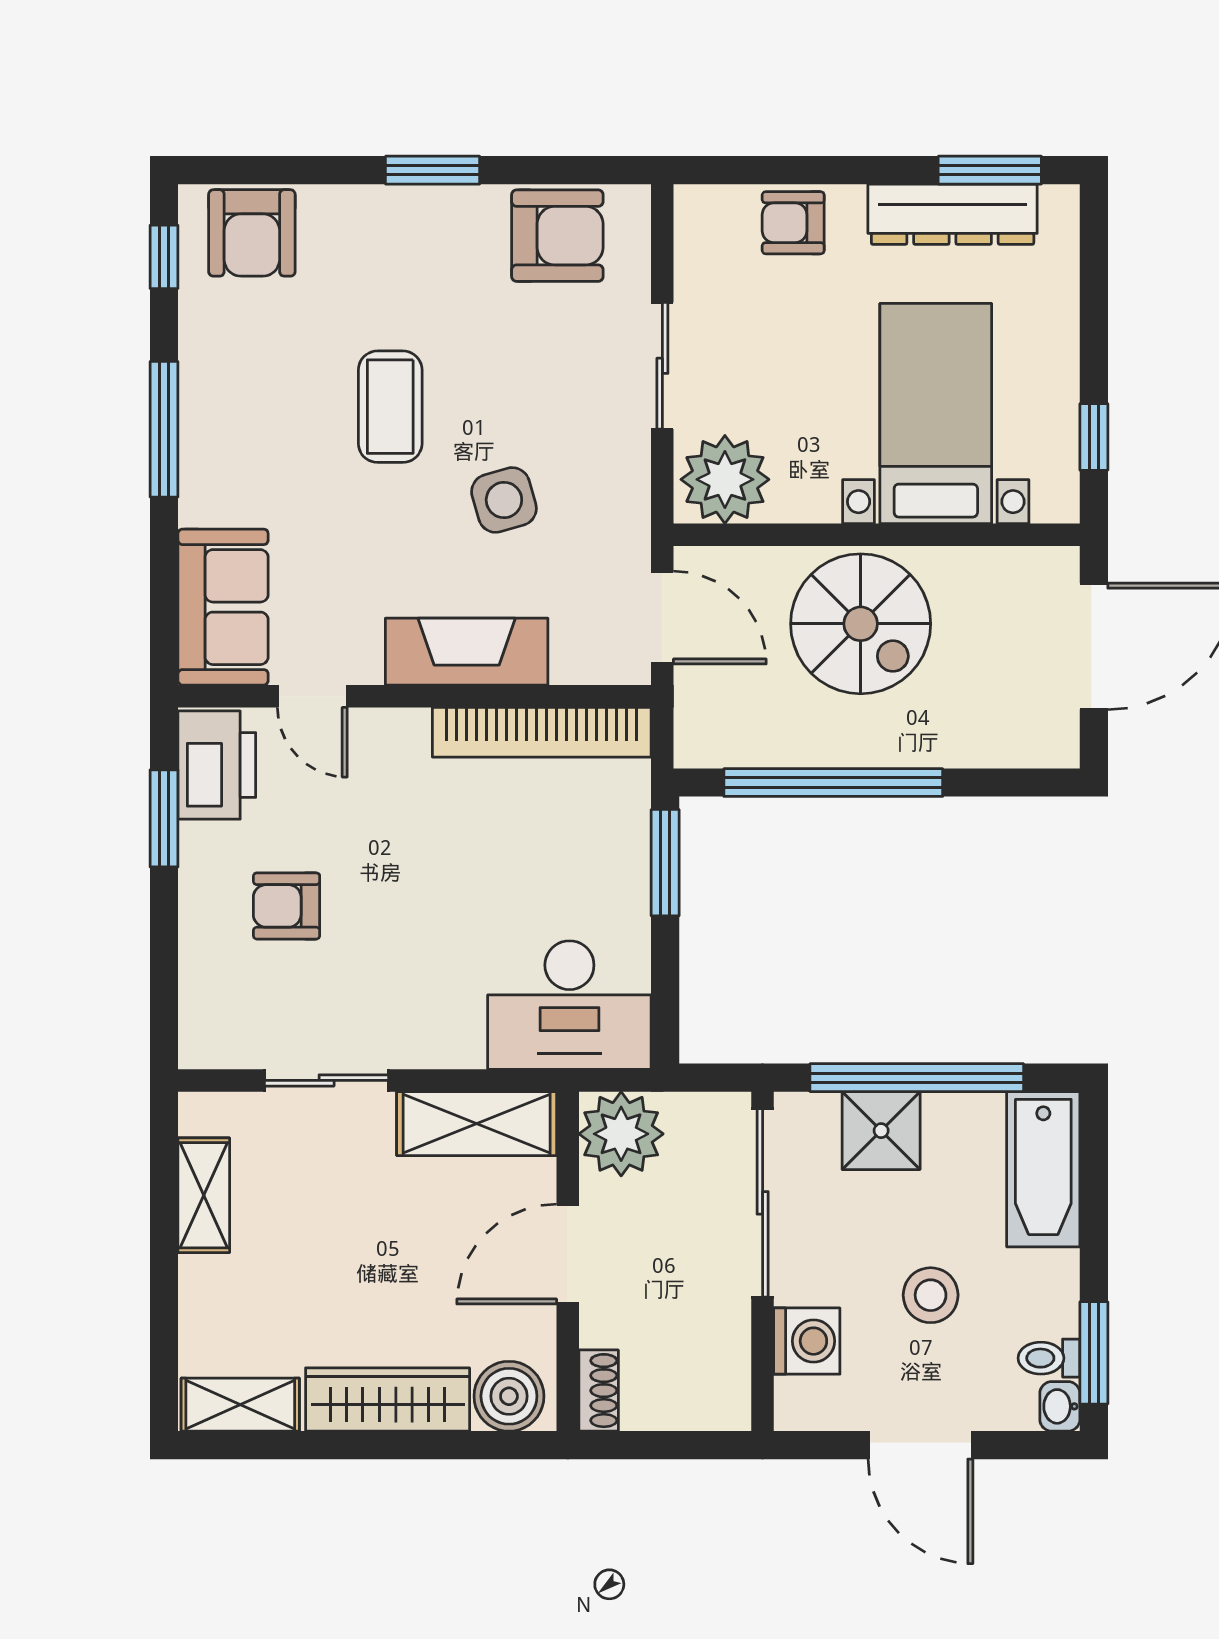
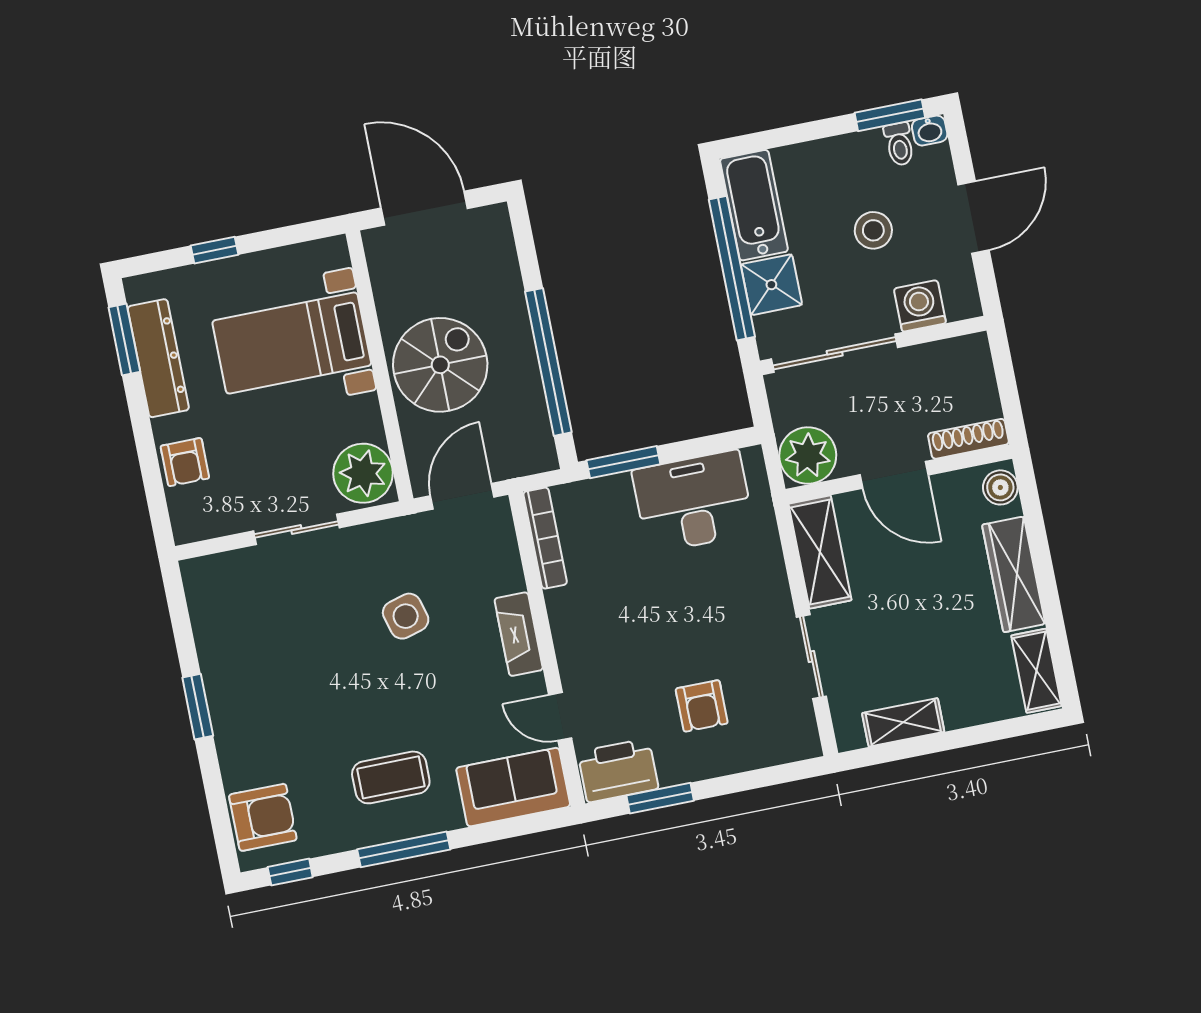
armchair: (557, 236) -> (224, 616), removed
coffee table: (390, 407) -> (391, 777), moved
window: (1094, 437) -> (215, 250), moved
fireplace: (467, 652) -> (519, 634), width x0.73, depth x0.76
door: (312, 696) -> (560, 717), swing flipped
bookcase: (542, 732) -> (545, 538), width x0.68, depth x0.76
desk: (569, 1005) -> (693, 502), moved, turned -90
bathtub: (1043, 1169) -> (754, 205), moved, turned -90
shoe rack: (599, 1391) -> (968, 439), width x1.43
boiler: (509, 1396) -> (1000, 487), width x0.73, depth x0.73

